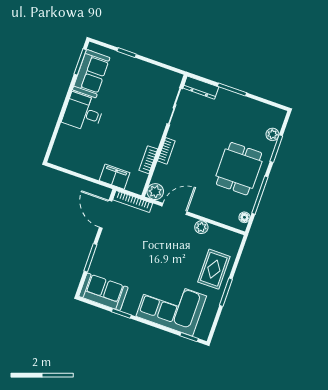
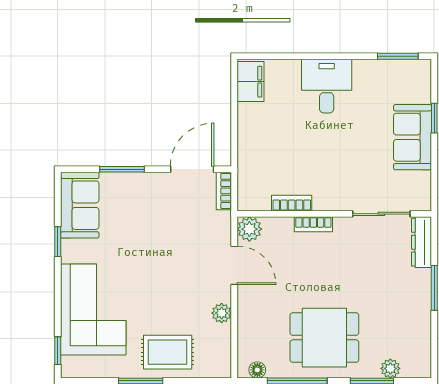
sofa: (91, 74) -> (413, 137), moved, turned 90
filing cabinet: (115, 177) -> (250, 82), moved
bookcase: (133, 201) -> (224, 191), width x0.64

